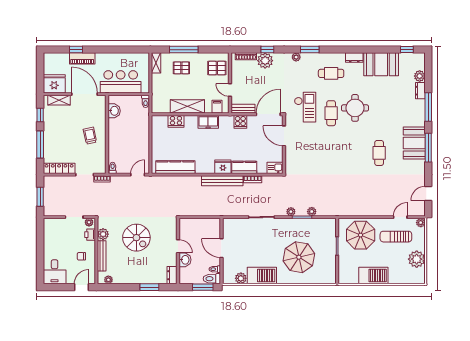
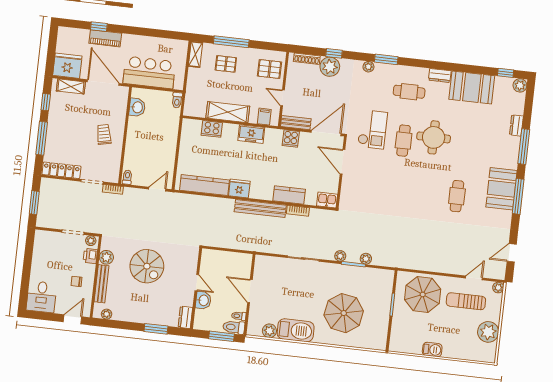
plant: (420, 76) -> (520, 85), moved
fridge: (223, 167) -> (239, 189), moved
barbecue: (373, 276) -> (432, 350), width x0.53, depth x0.65

